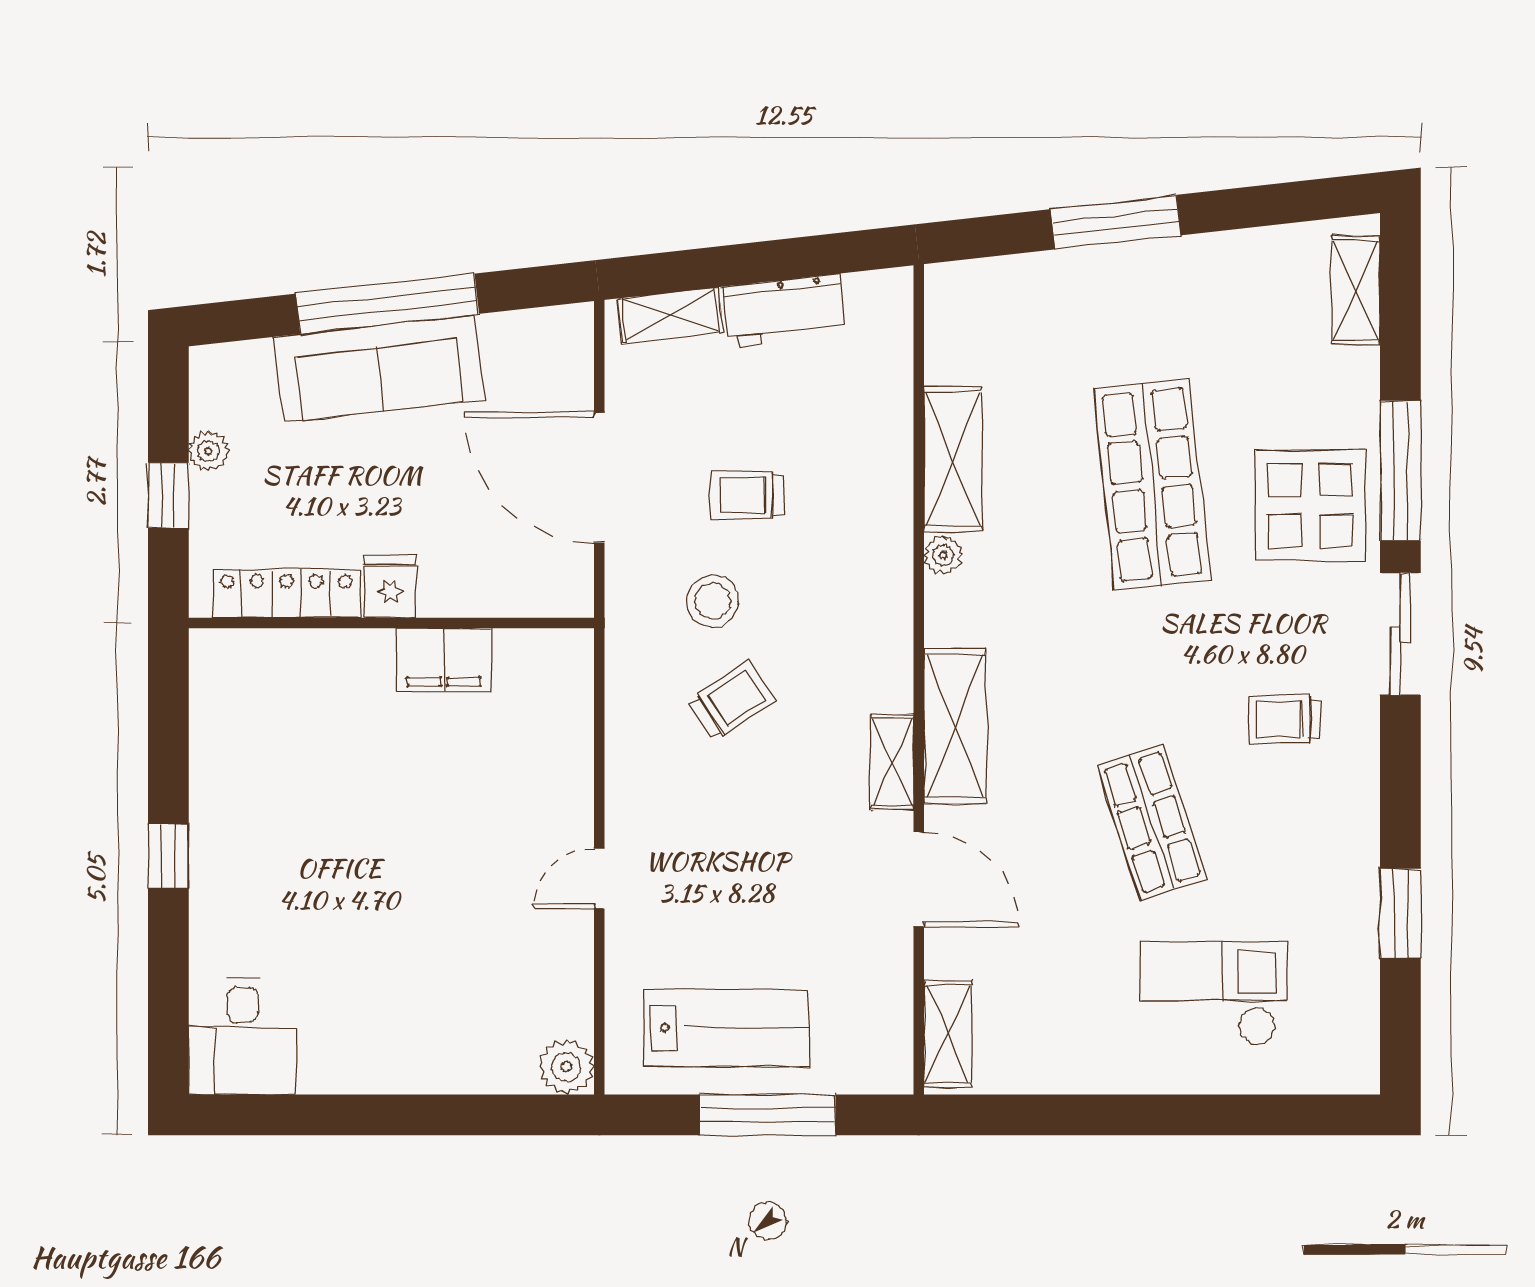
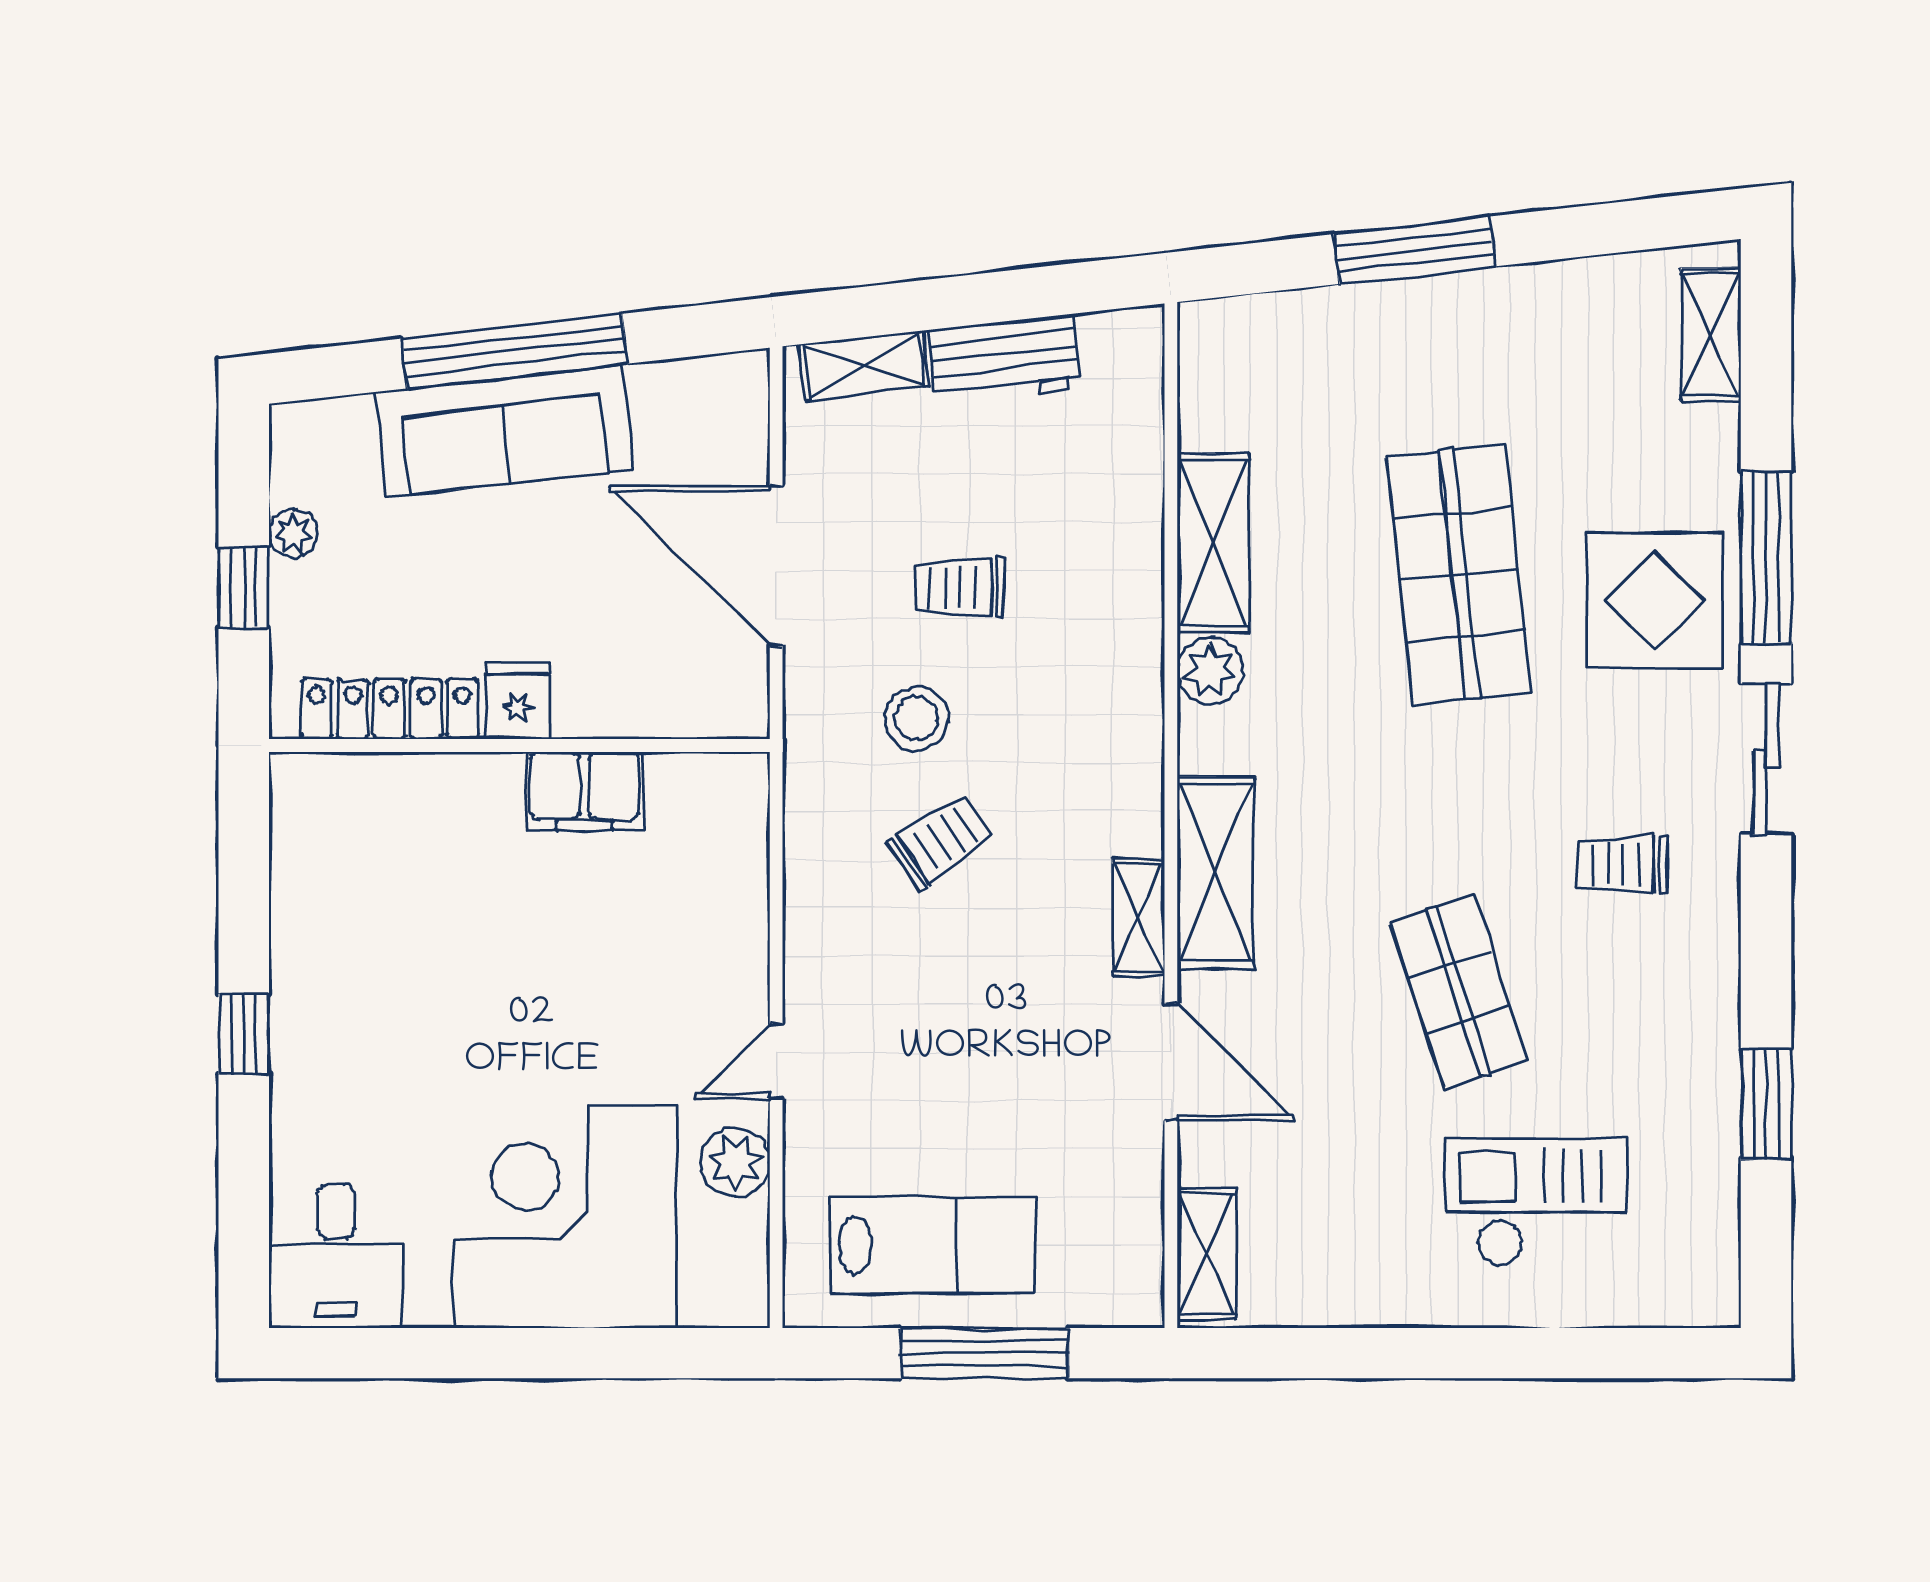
plant: (943, 555) -> (1210, 671), width x1.38, depth x1.38
corner desk: (428, 1005) -> (565, 1217), added
plant: (566, 1067) -> (735, 1162), moved

